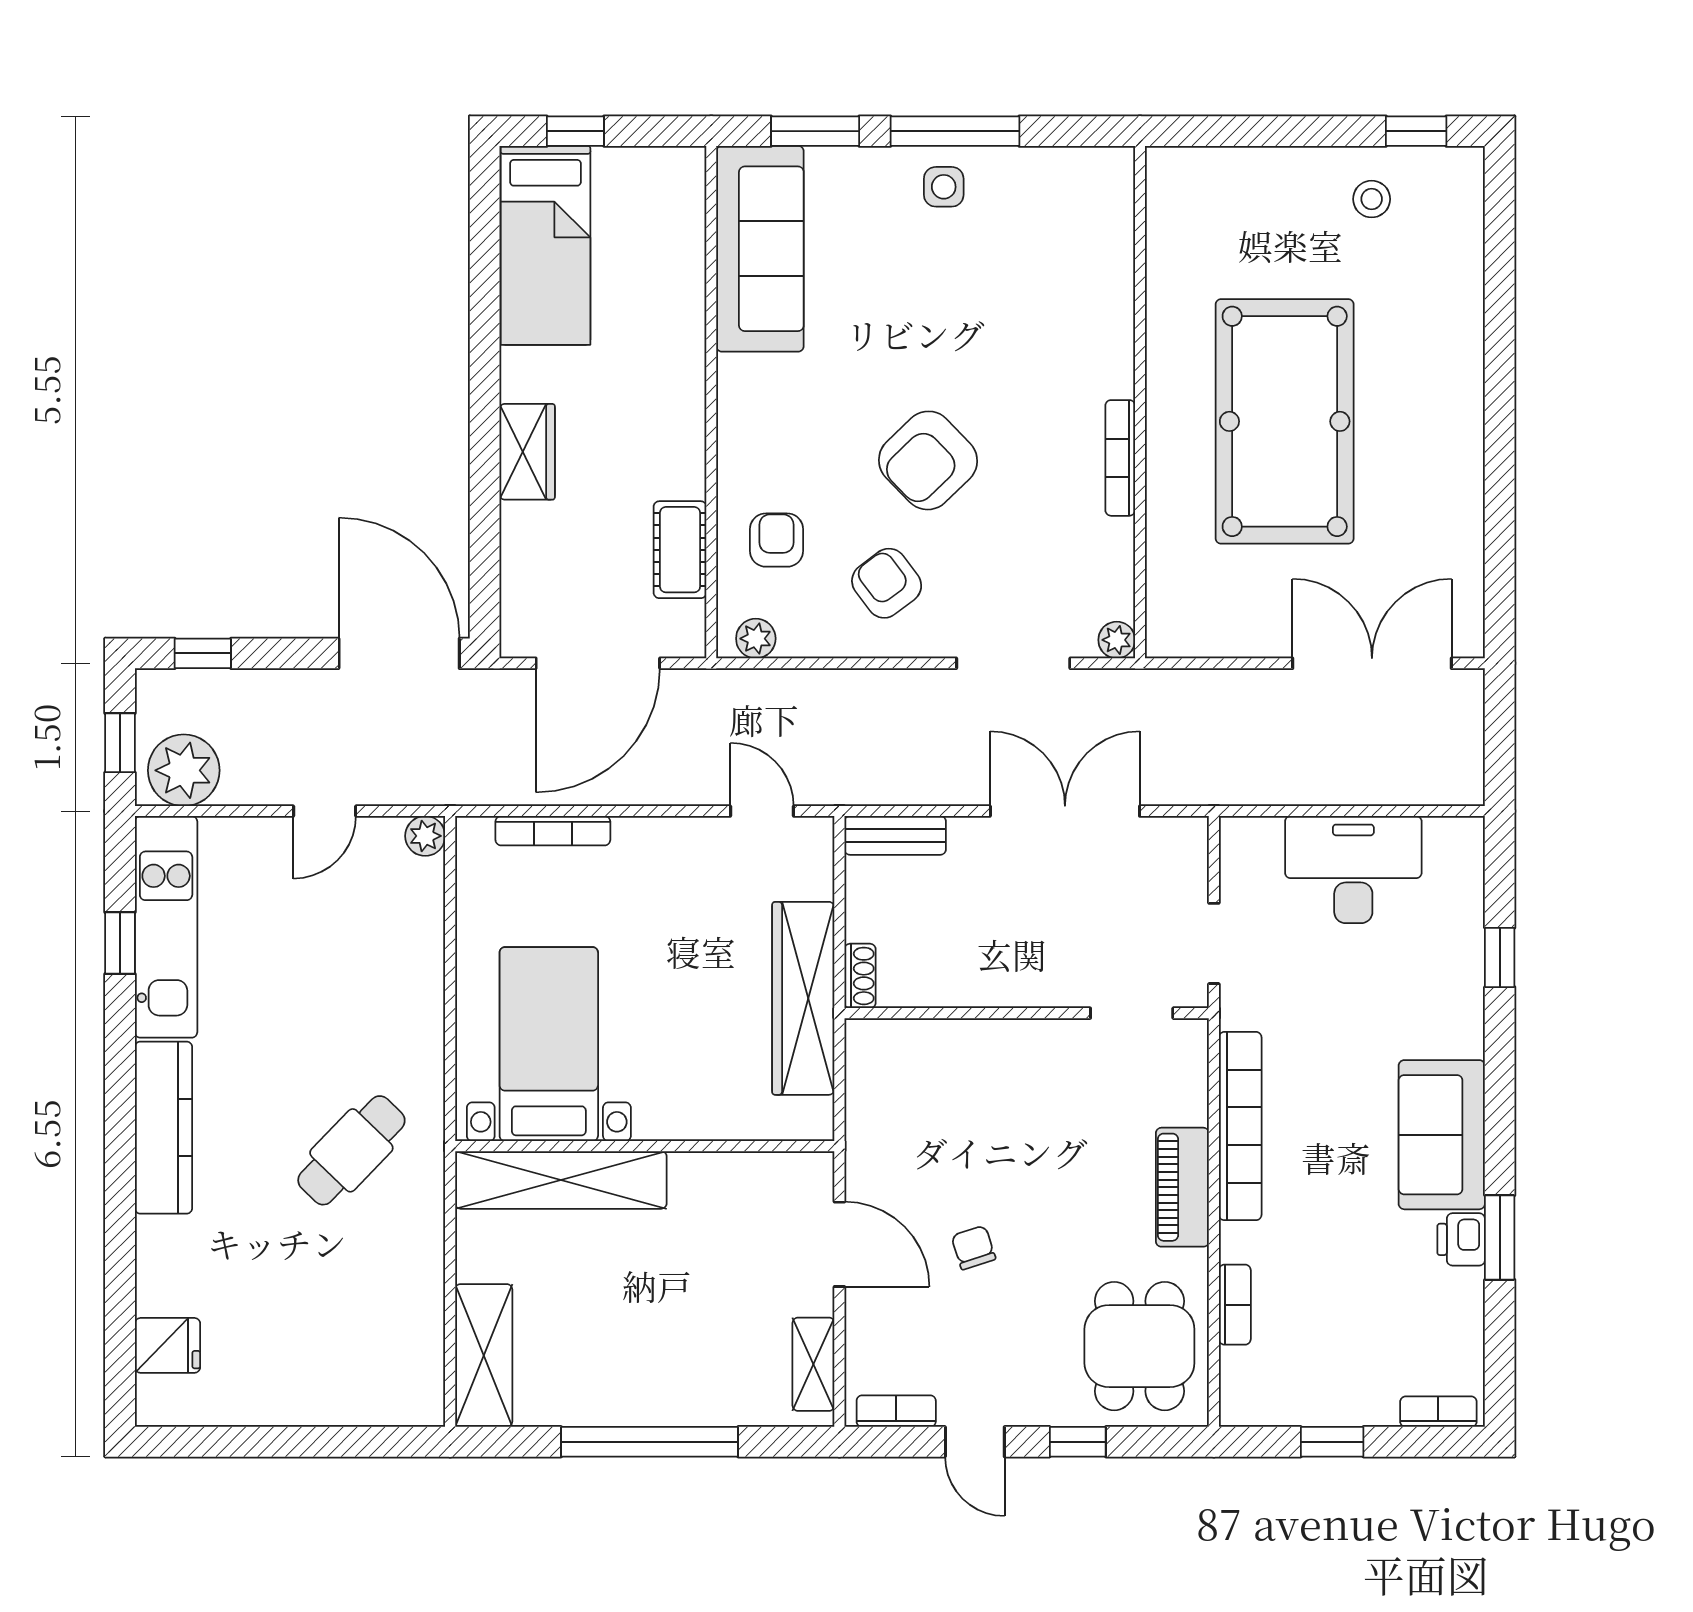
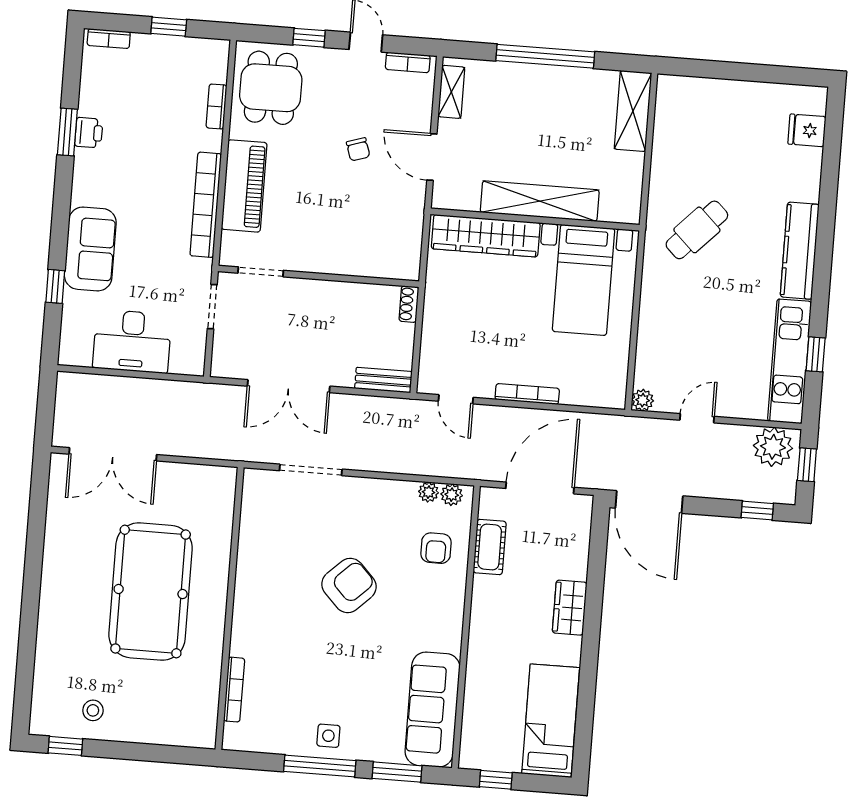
window: (575, 131) -> (496, 780), moved
bookcase: (1120, 458) -> (234, 690), moved
armchair: (887, 583) -> (377, 520), removed
plant: (1117, 640) -> (429, 492), moved
bookcase: (553, 831) -> (527, 394), moved
wardrobe: (803, 998) -> (486, 236), moved, turned 90
sofa: (1442, 1135) -> (90, 249), moved
shelving: (561, 1180) -> (540, 201), moved
piano: (1182, 1187) -> (244, 186), width x1.37, depth x1.33

